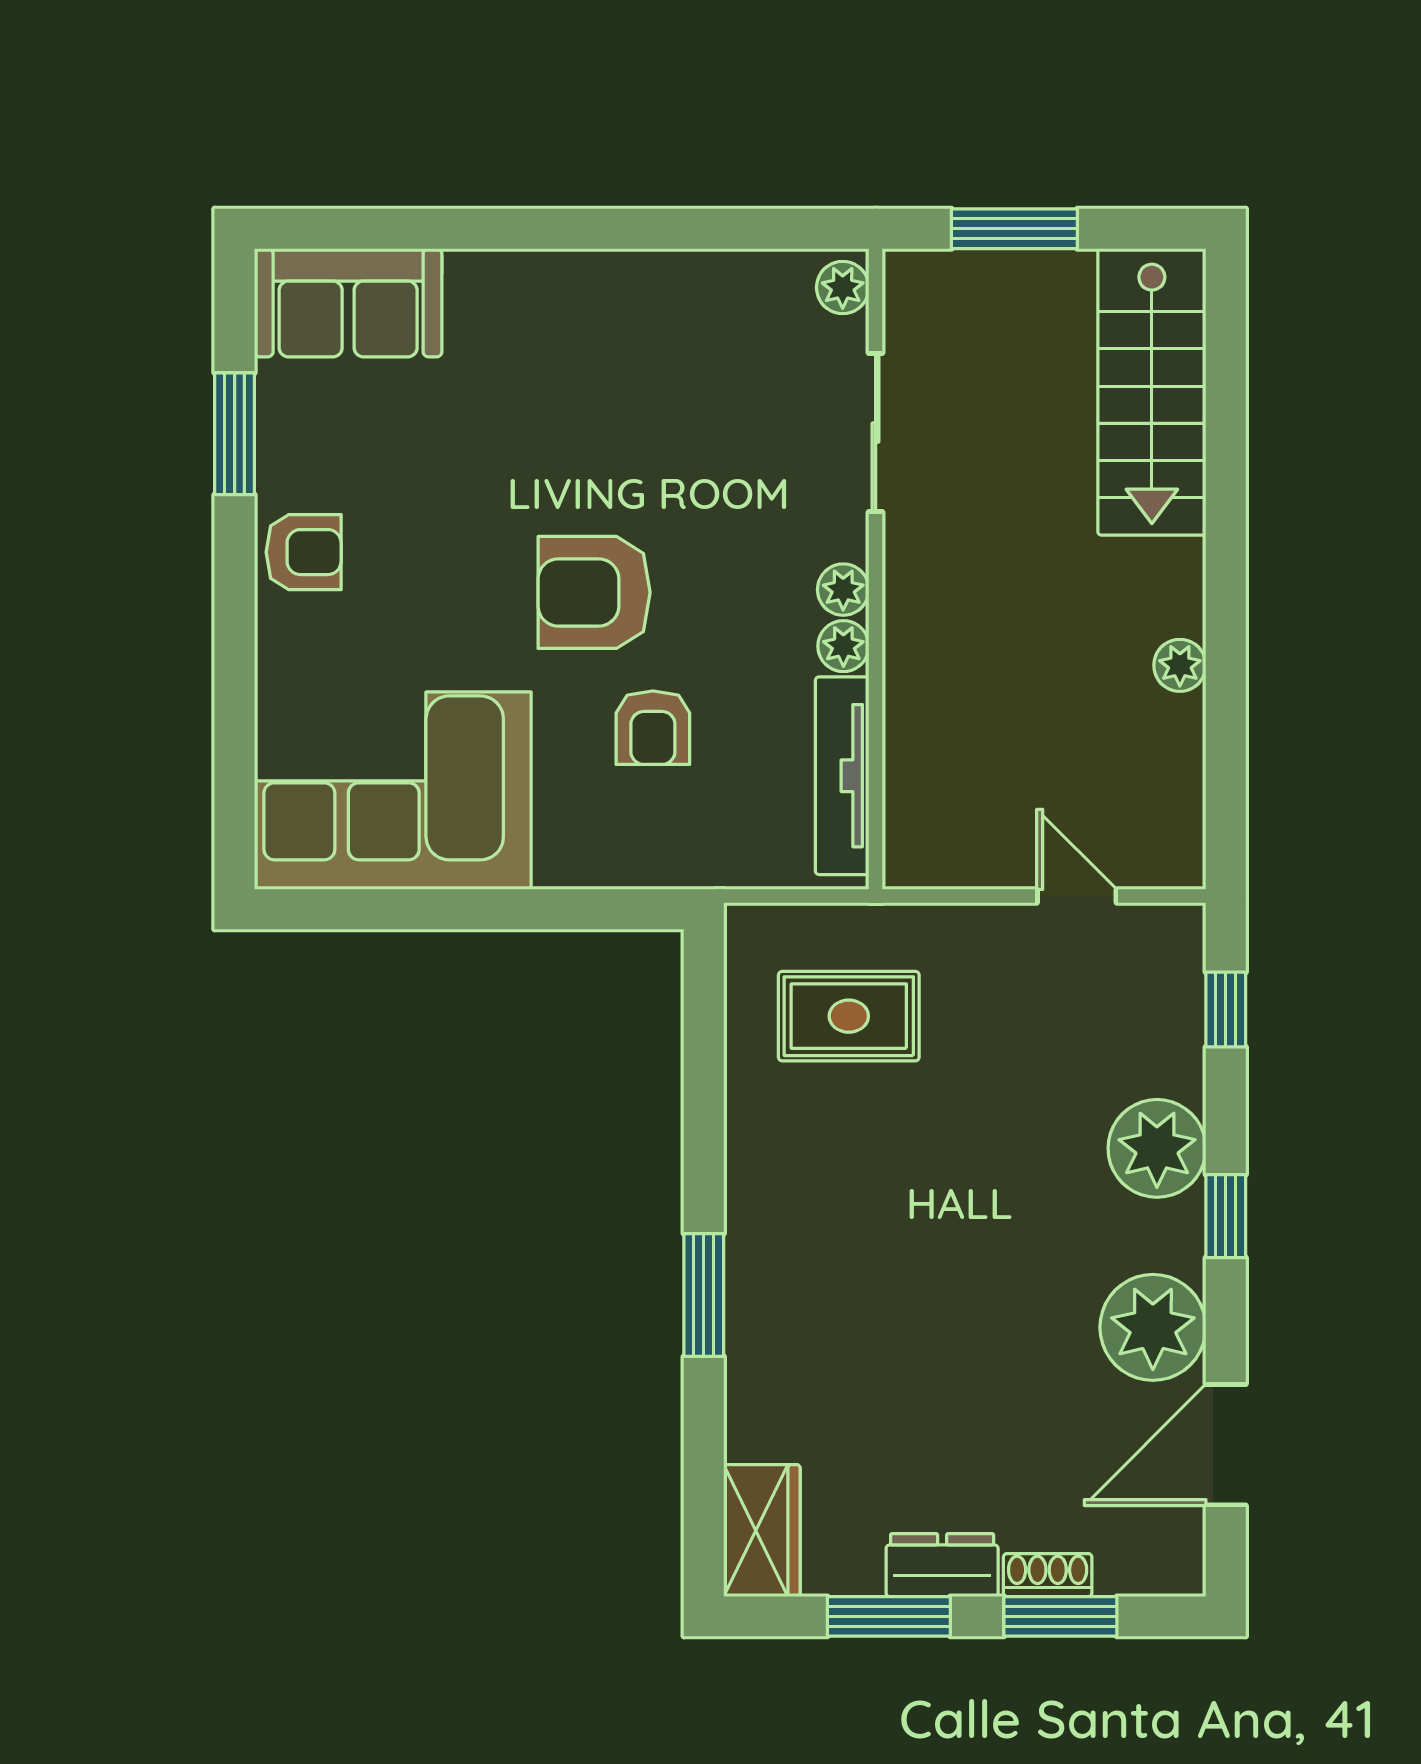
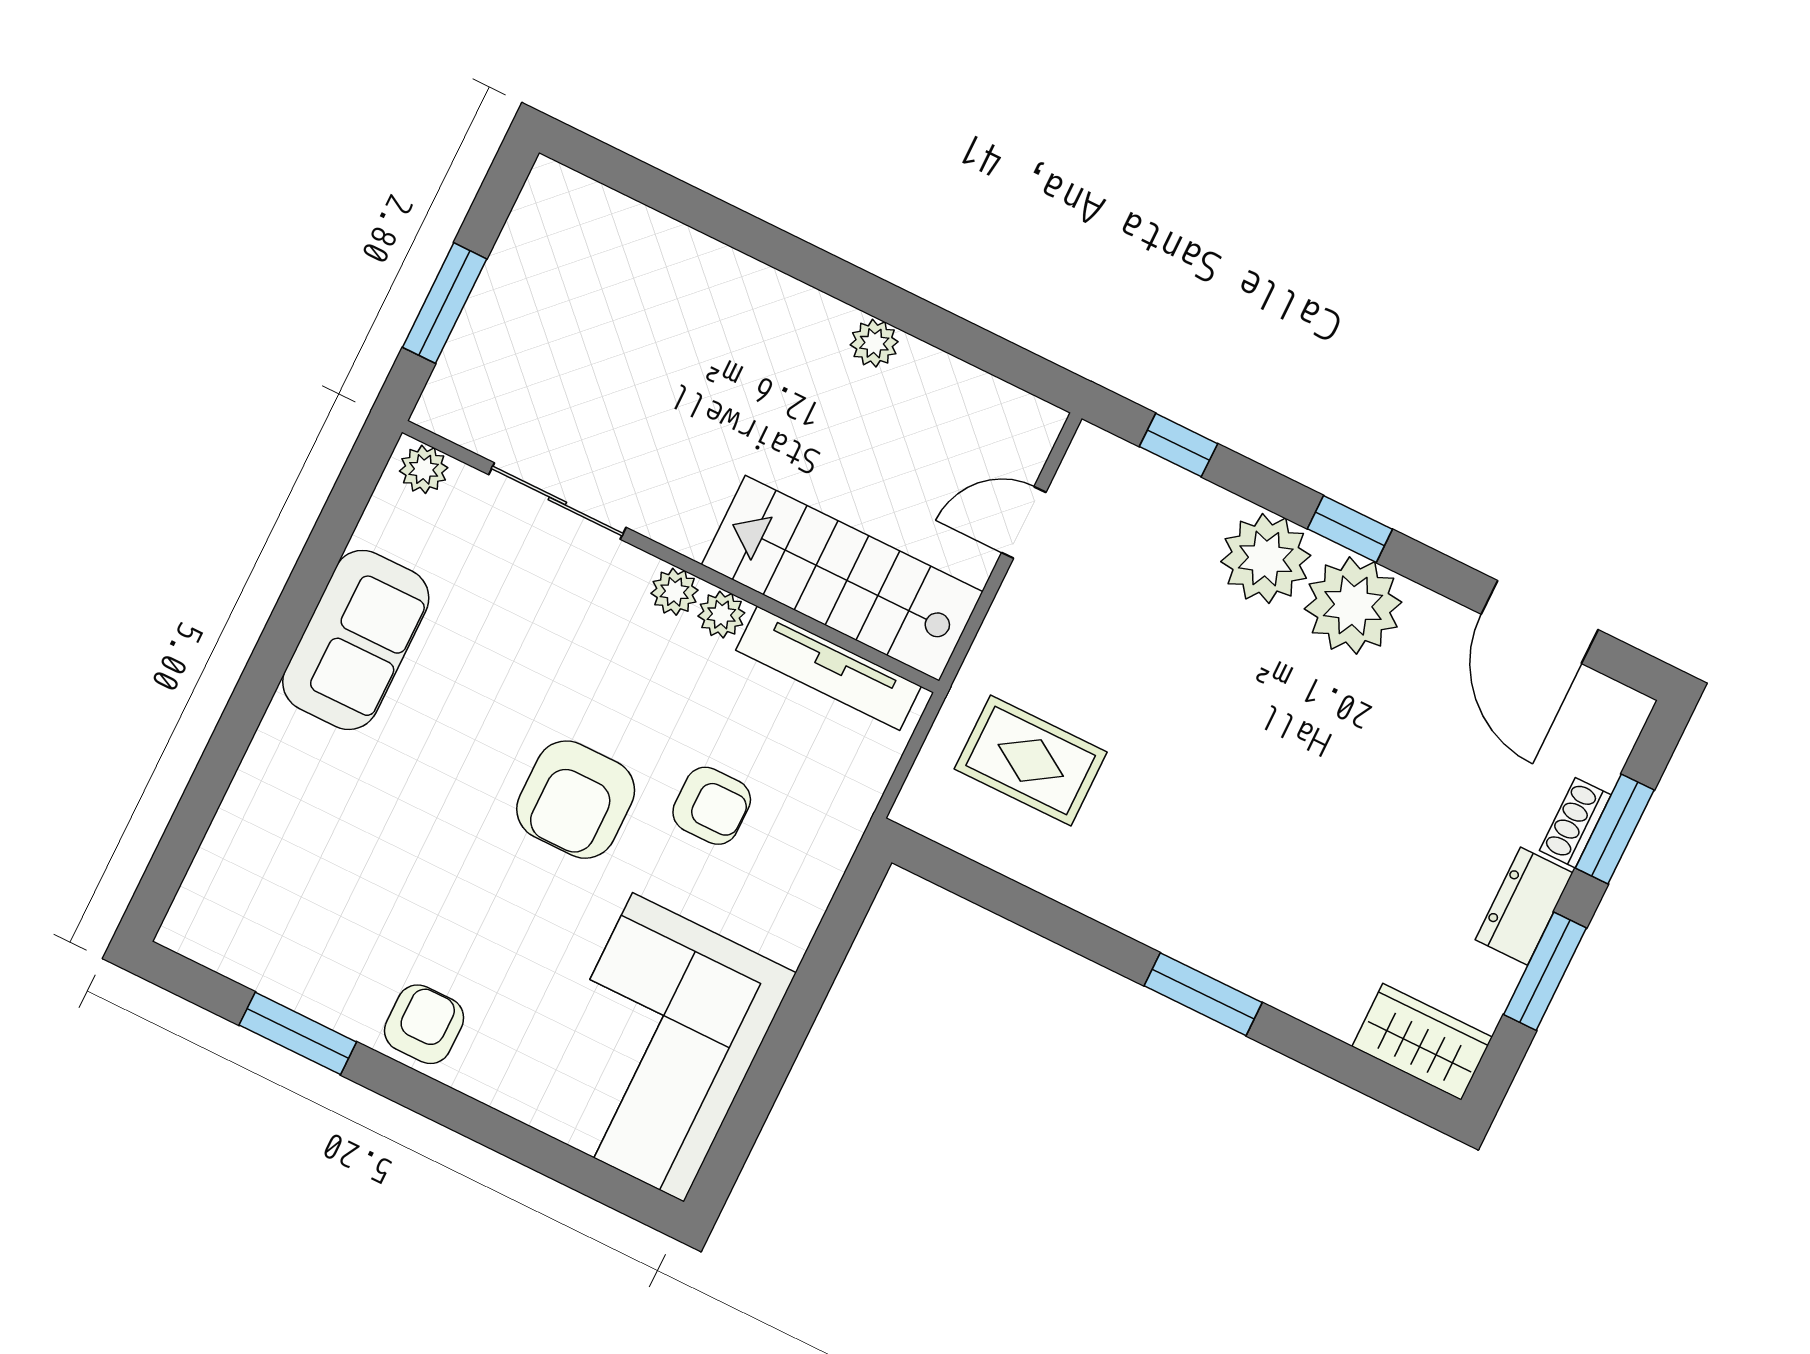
sofa: (348, 303) -> (356, 640), moved
stairs: (1152, 392) -> (842, 578), moved, turned 180
rug: (849, 1016) -> (1031, 760), turned 90
plant: (1153, 1327) -> (1353, 605), moved

